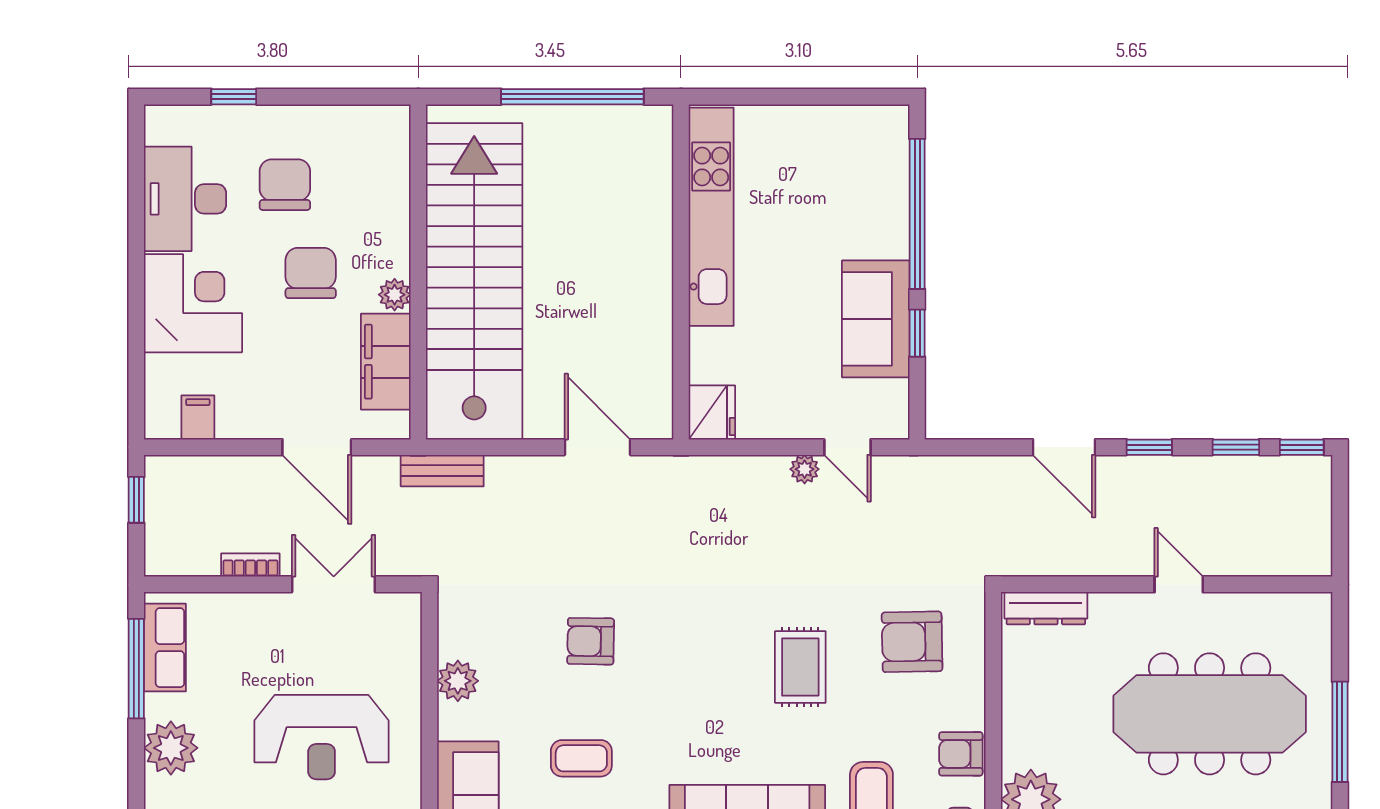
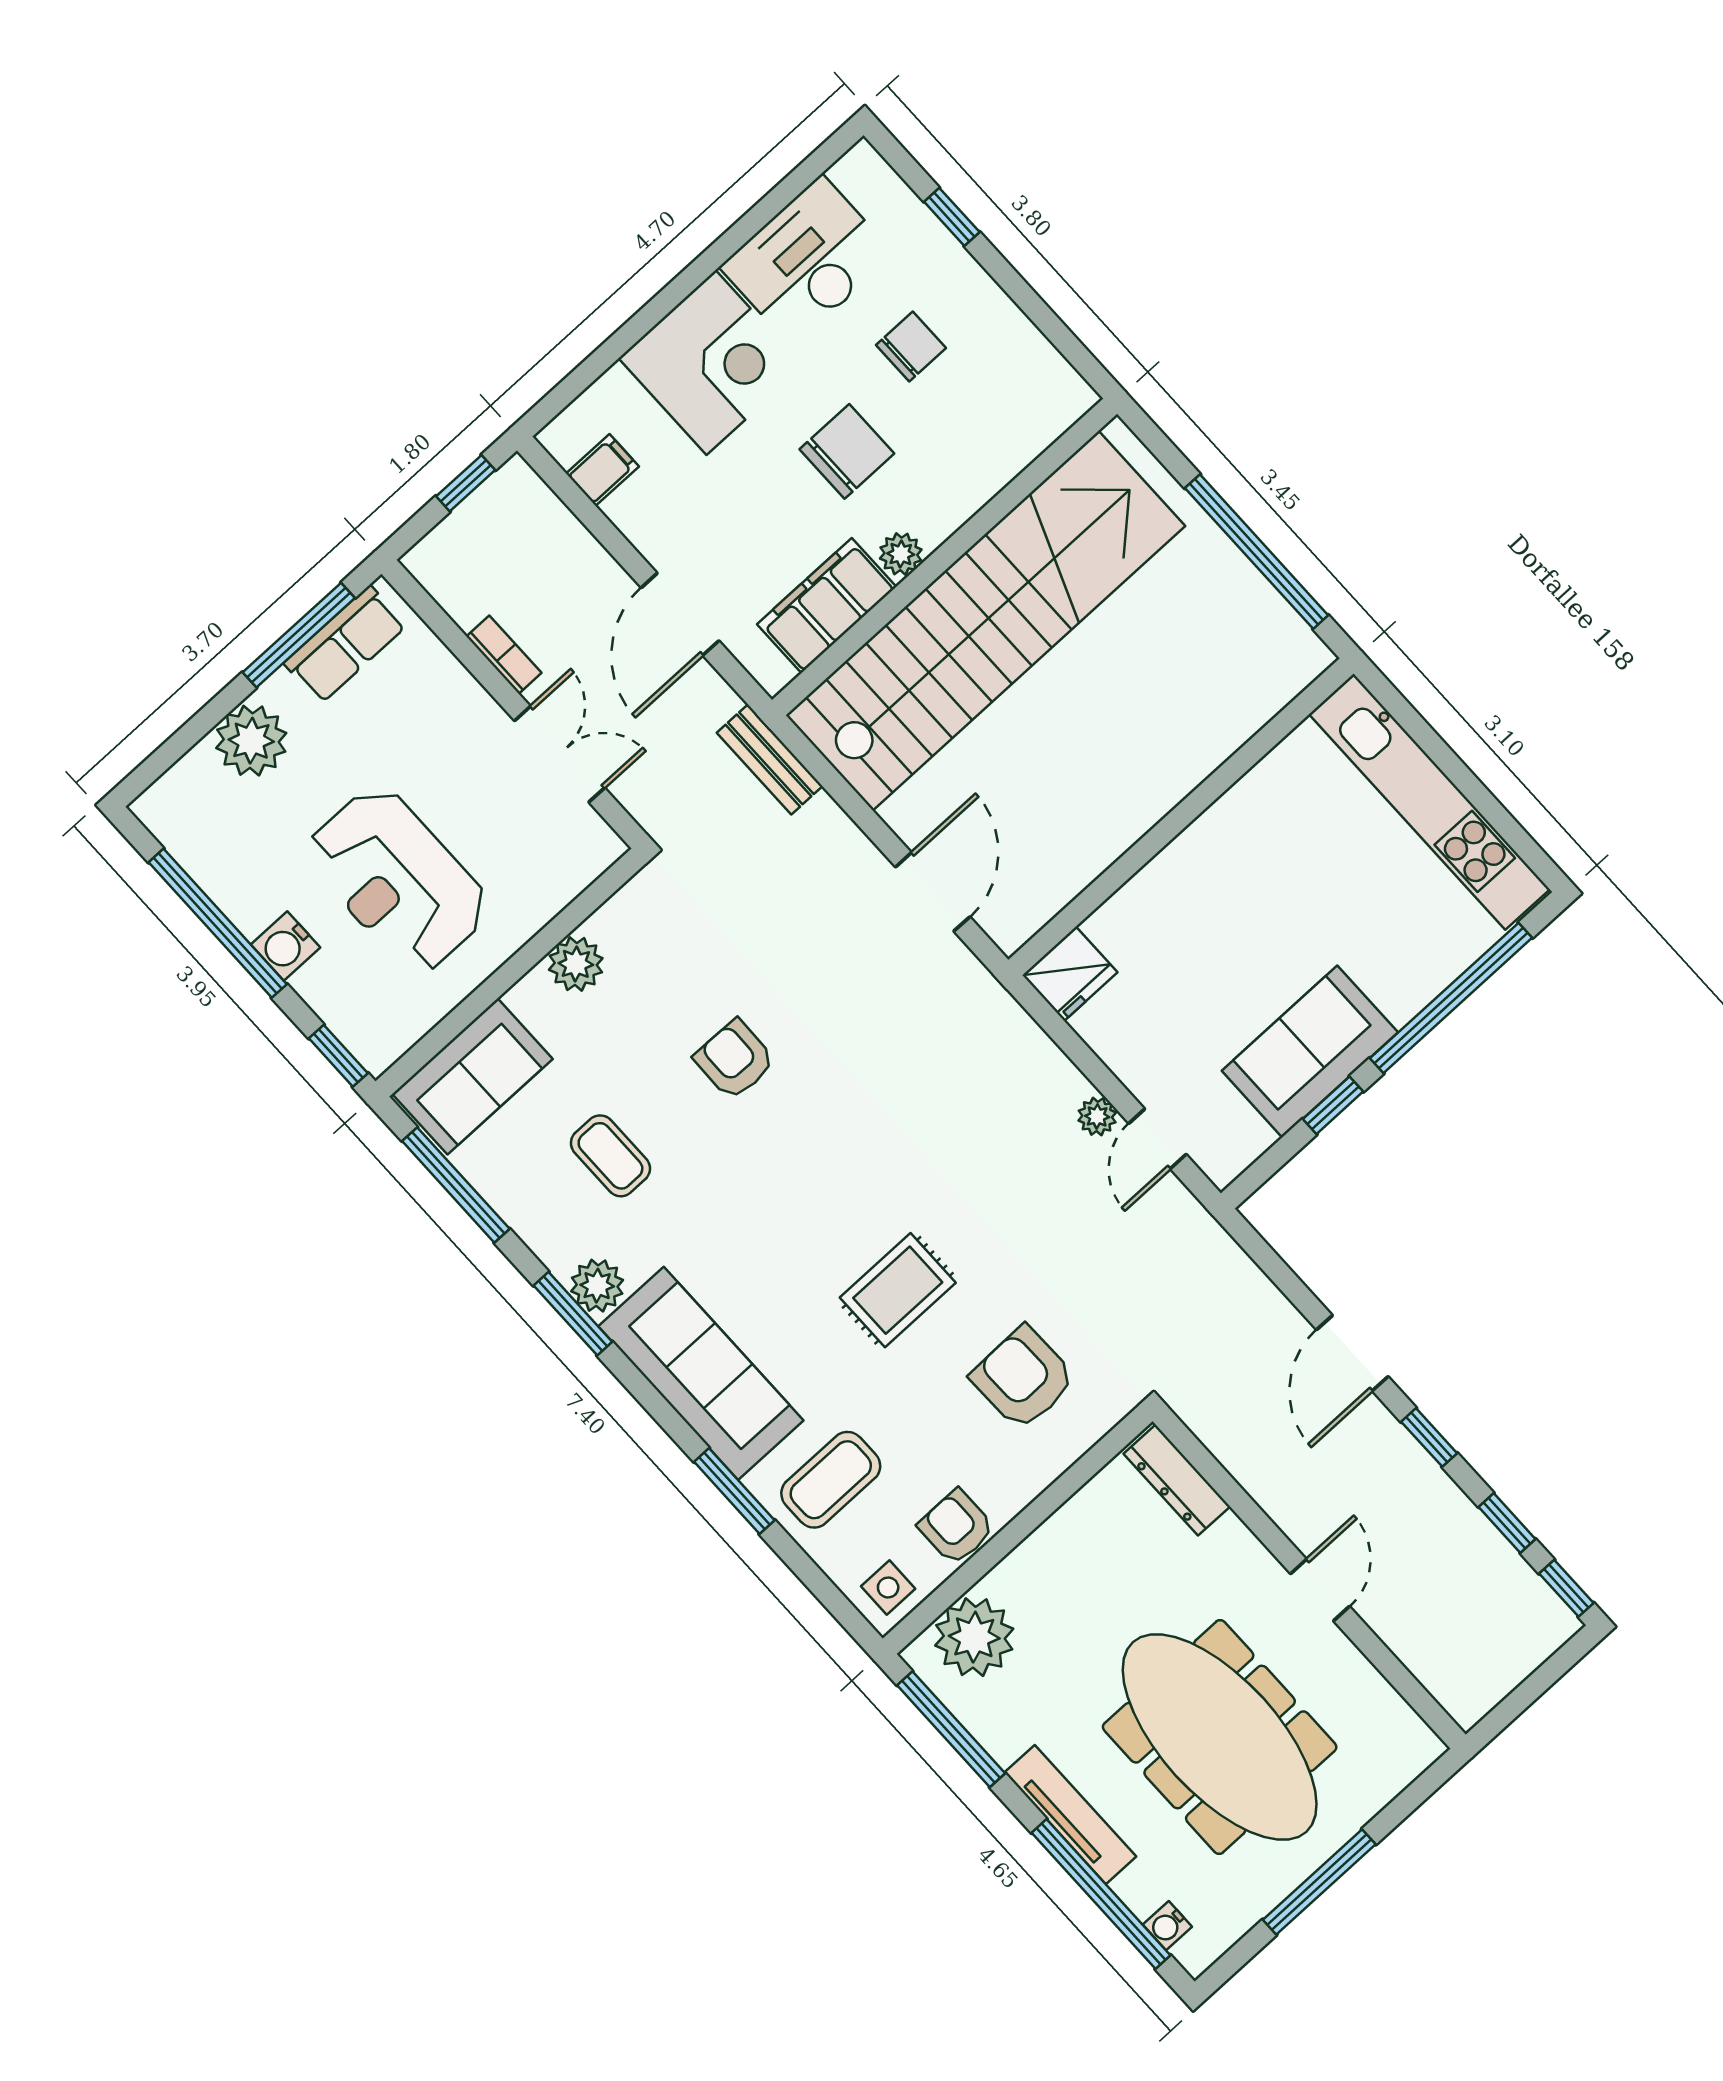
chair: (285, 185) -> (911, 347), width x0.73, depth x0.73
kitchen unit: (711, 217) -> (1430, 802), moved, turned 90

